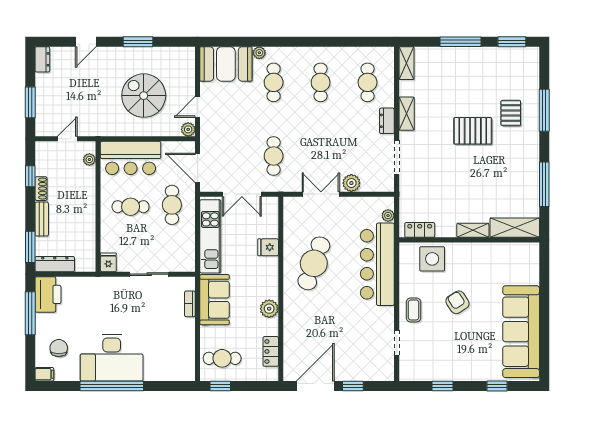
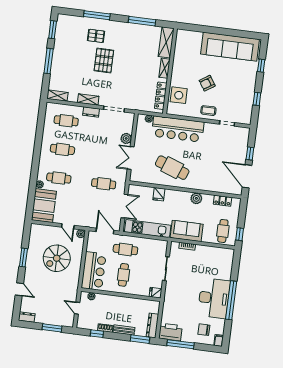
door: (198, 168) -> (105, 231), swing flipped
locker: (420, 230) -> (161, 96), width x1.53

